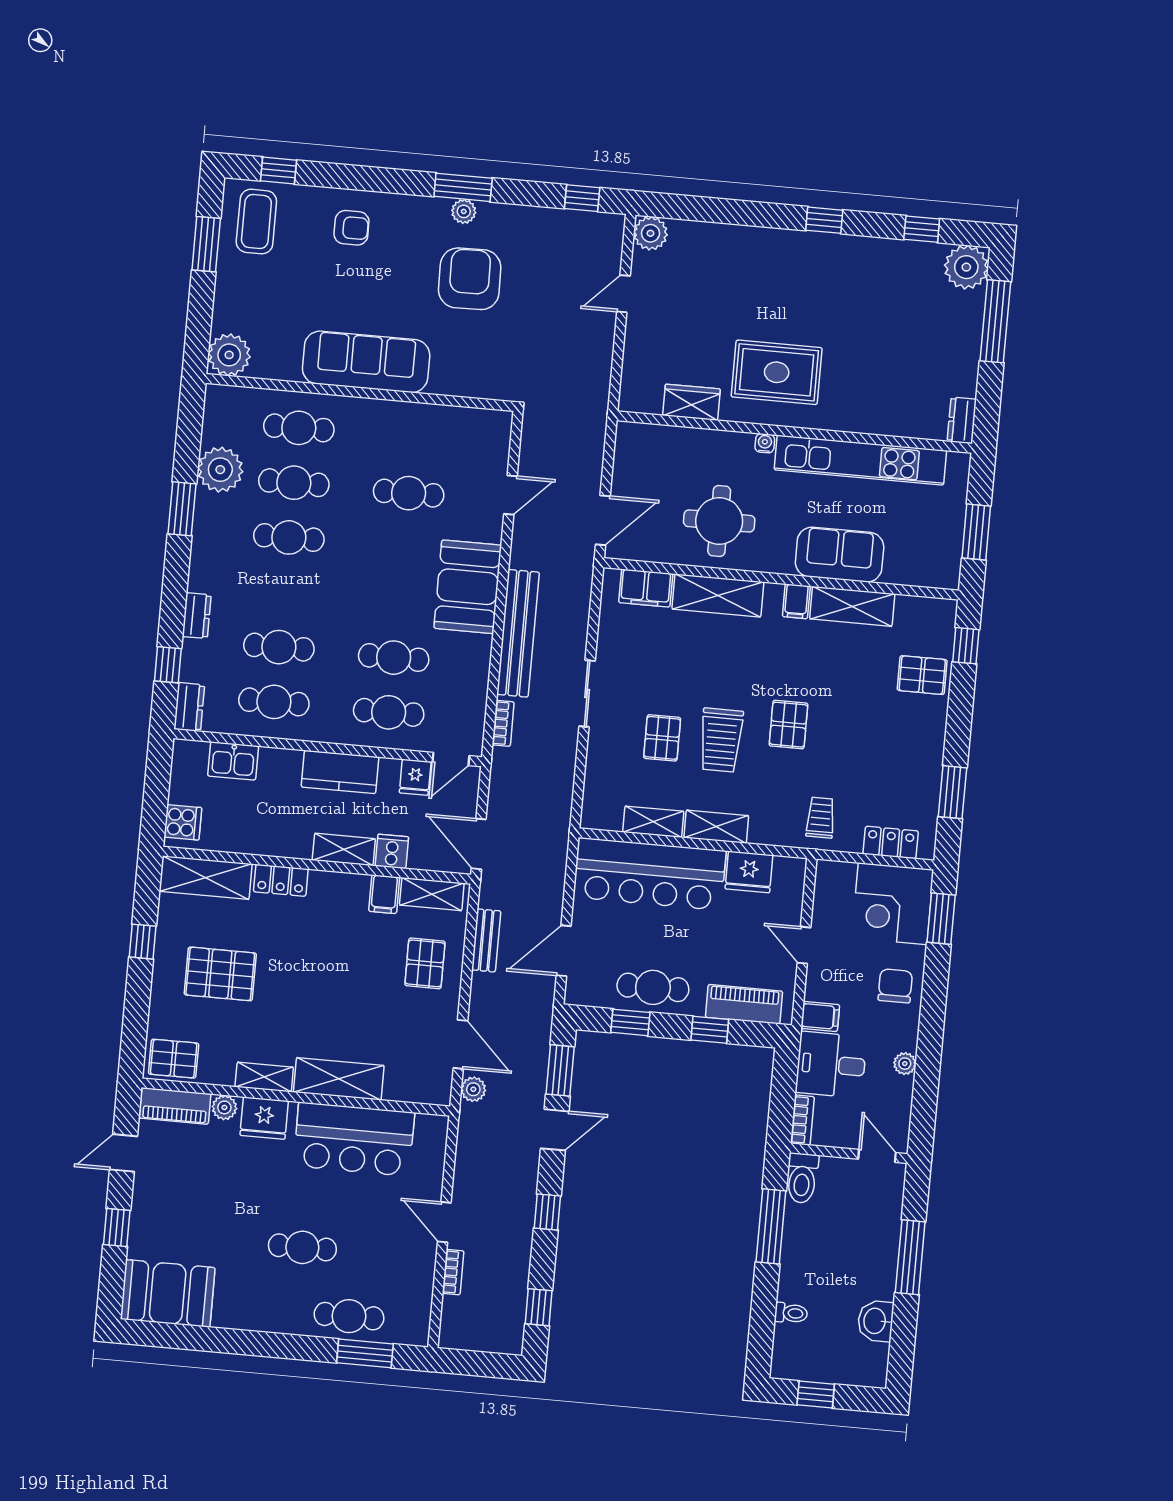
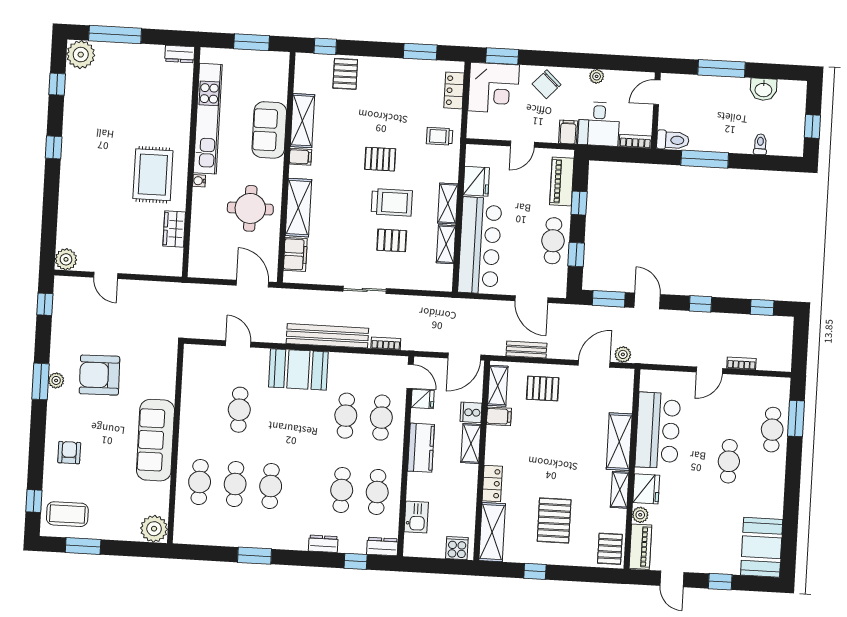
plant: (220, 470) -> (228, 532), removed
chair: (895, 986) -> (547, 84), turned -47

